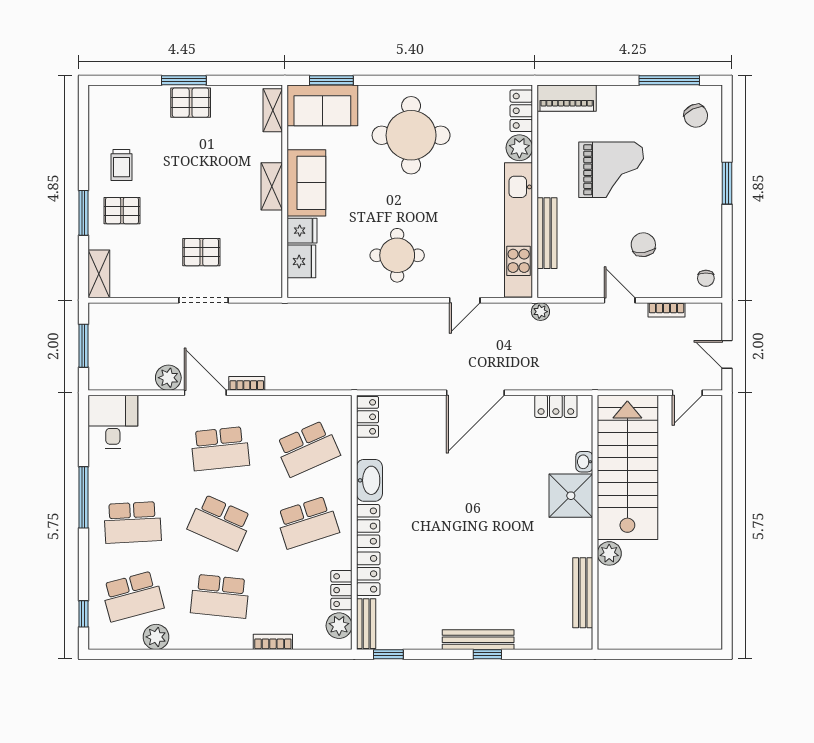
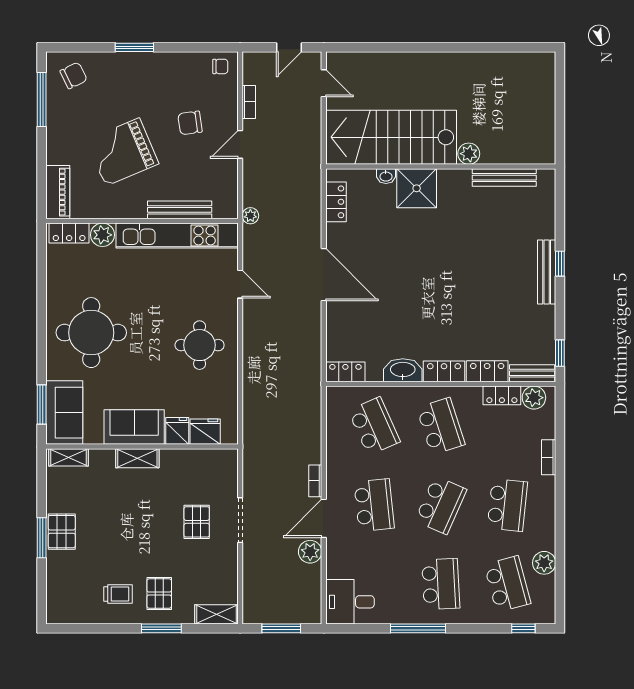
grand piano: (611, 170) -> (122, 152), turned -113

